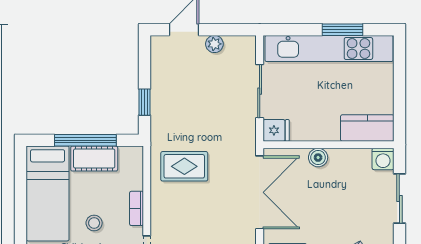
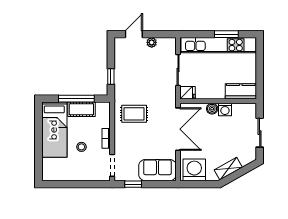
washing machine: (383, 159) -> (225, 110), moved

